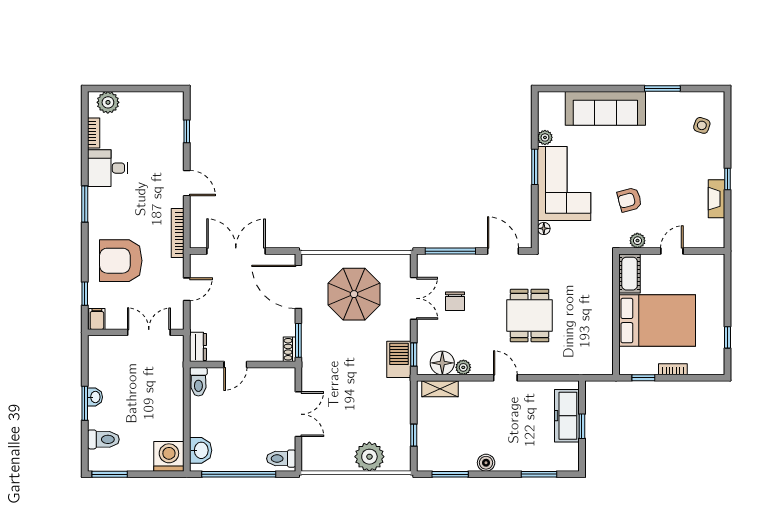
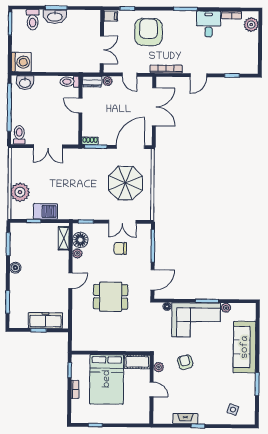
plant: (197, 323) -> (107, 81), added
barbecue: (399, 359) -> (45, 211), moved
washbasin: (95, 397) -> (55, 17), width x1.91, depth x1.45

